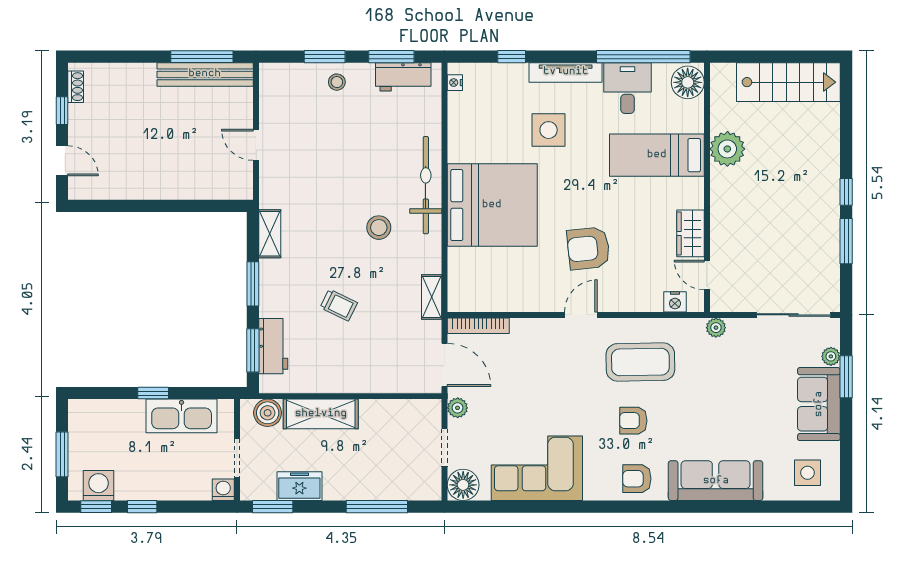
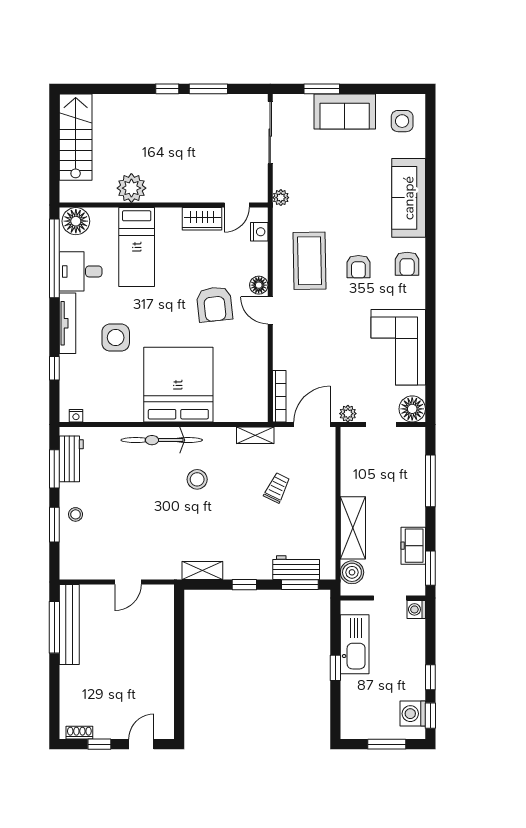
window: (253, 284) -> (244, 585), width x0.67
floor lamp: (611, 301) -> (259, 285), added
trolley: (339, 305) -> (277, 488), moved
plant: (831, 356) -> (305, 102), removed

